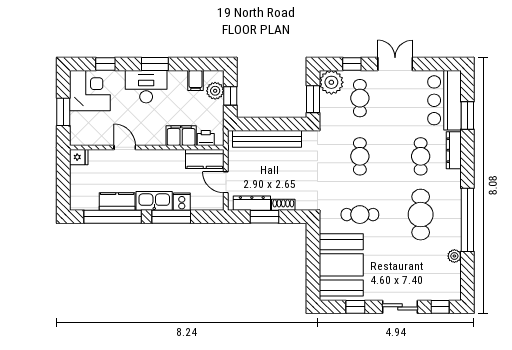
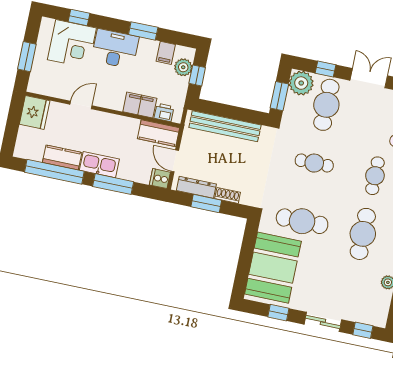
window: (155, 64) -> (143, 31), moved
corner desk: (90, 91) -> (72, 44), moved, turned 90
cafe table: (360, 98) -> (326, 105), width x1.37, depth x1.35
door: (125, 147) -> (81, 105), hinge flipped
cafe table: (360, 156) -> (314, 163), turned 90
fridge: (79, 157) -> (35, 112), width x1.88, depth x1.34
cooker: (182, 202) -> (160, 179), moved, turned -90
cafe table: (360, 215) -> (302, 221), width x1.37, depth x1.35

